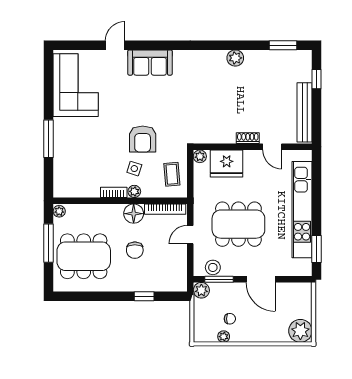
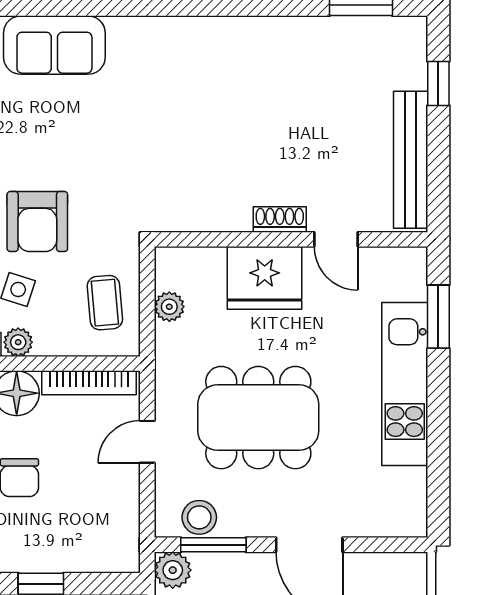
plant: (235, 58) -> (251, 35), removed
plant: (200, 156) -> (169, 307), moved
fridge: (227, 164) -> (265, 278), moved
kitchen unit: (302, 210) -> (405, 384), width x0.73
window: (317, 249) -> (438, 317), moved

